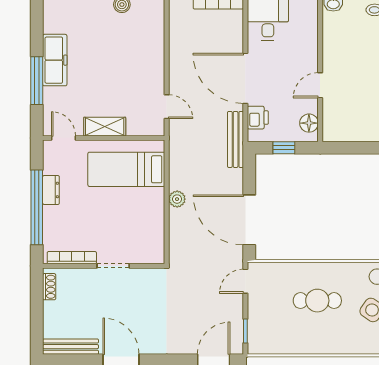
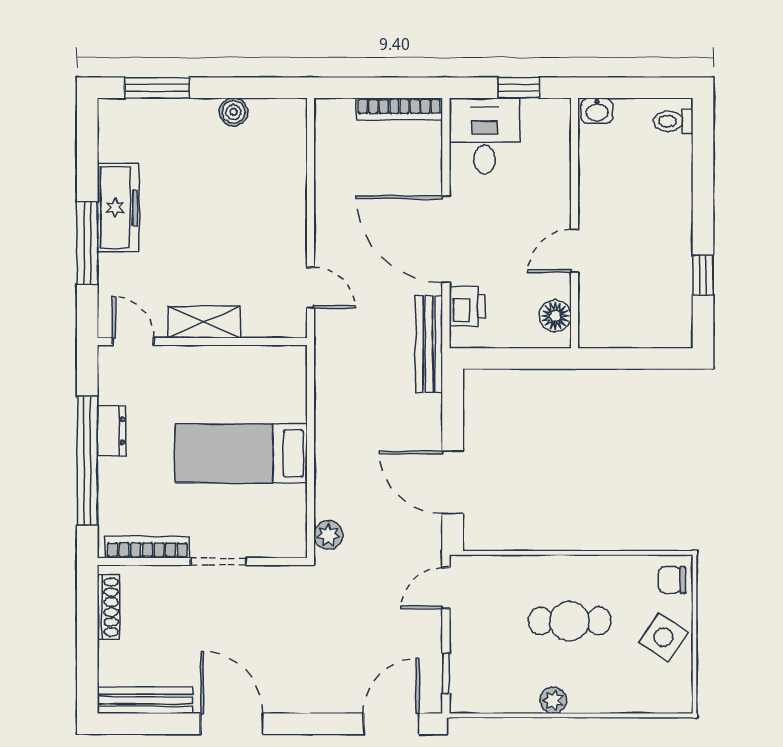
window: (284, 148) -> (512, 358), removed
bed: (126, 169) -> (241, 453), moved
plant: (177, 199) -> (328, 535), moved
door: (249, 220) -> (453, 482), width x0.73
shoe rack: (49, 287) -> (108, 607), width x1.43
plant: (308, 347) -> (553, 700), added

